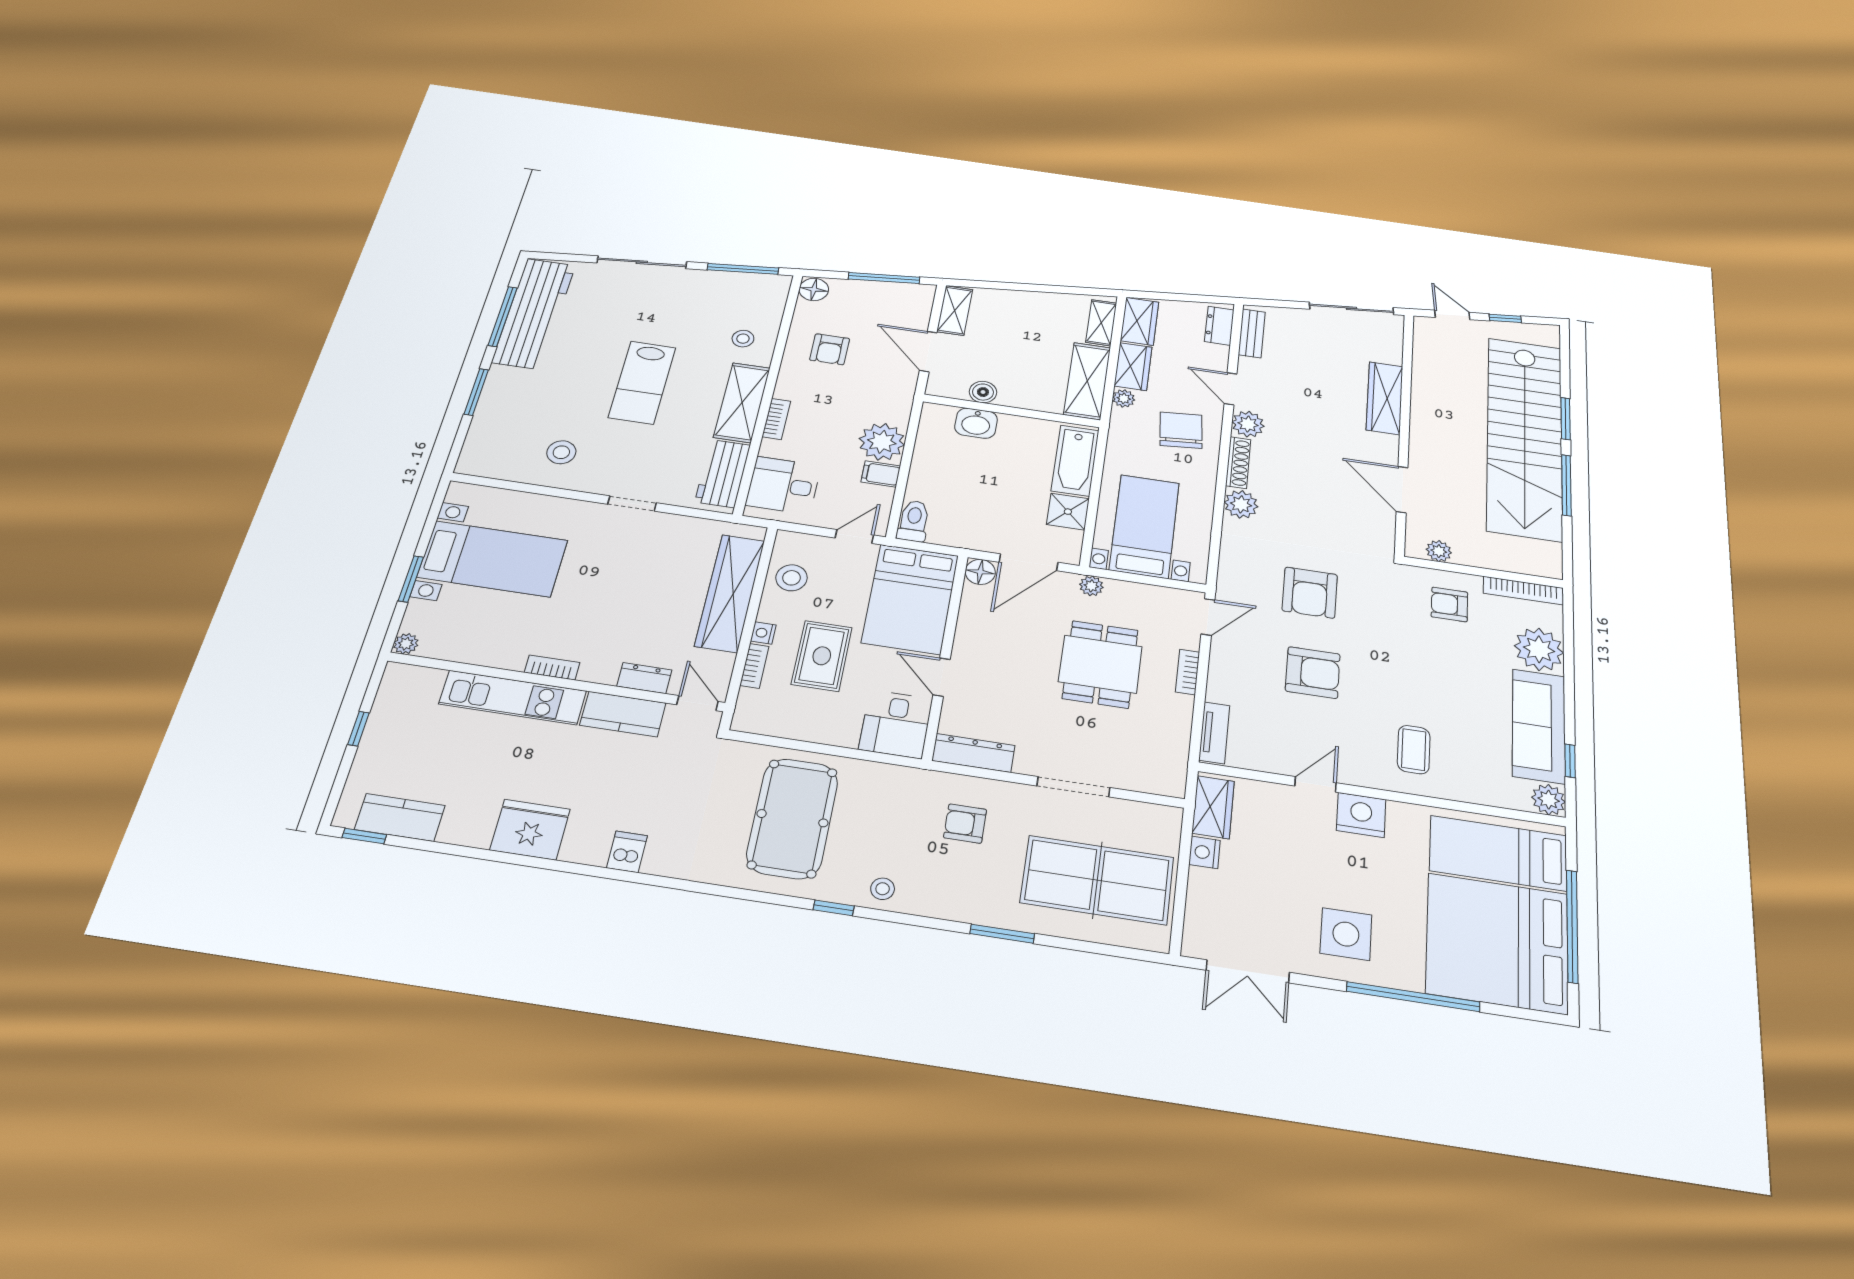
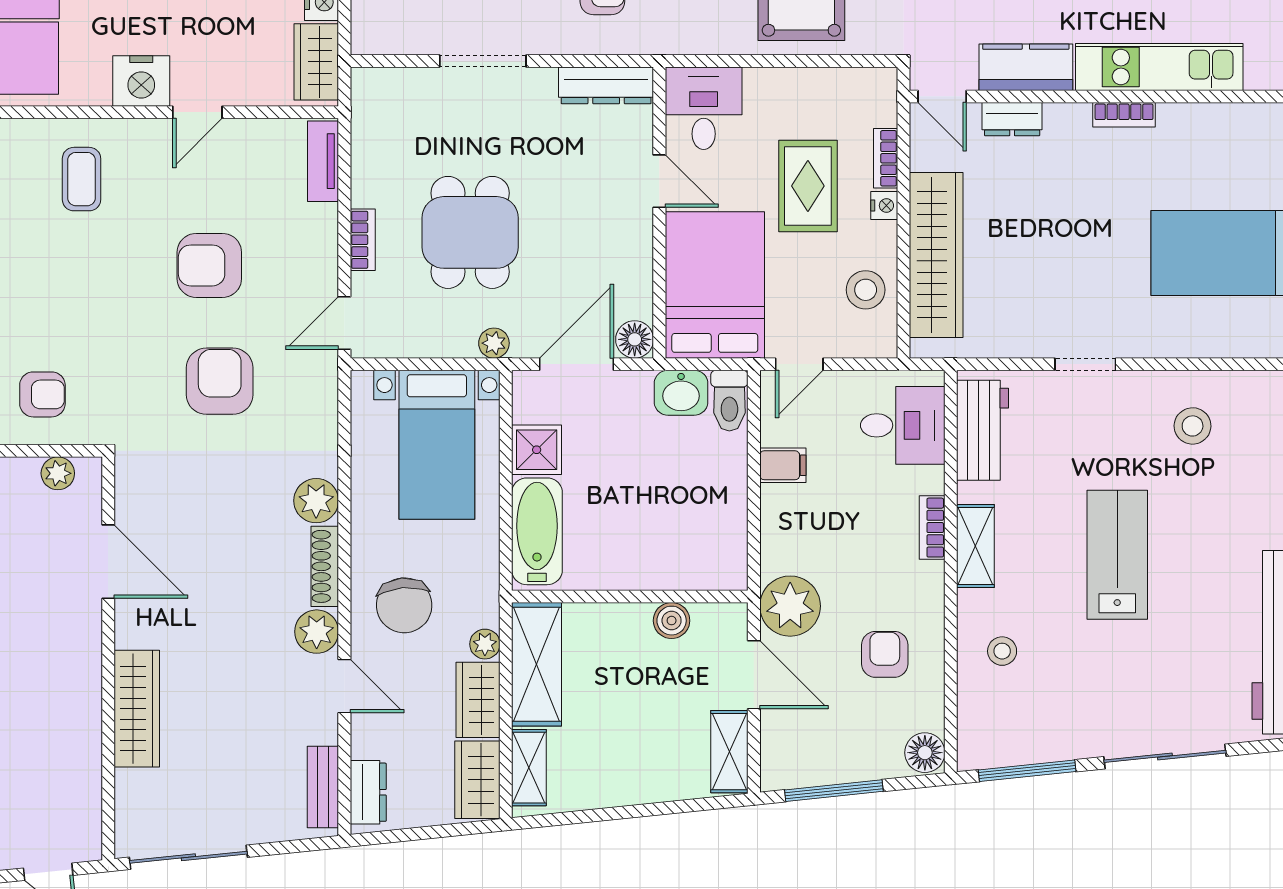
shelving: (742, 402) -> (975, 546), width x0.67, depth x0.75
washbasin: (976, 423) -> (681, 393), moved, turned 180
plant: (882, 442) -> (790, 606), moved

